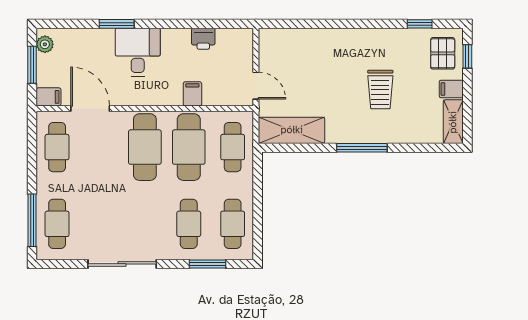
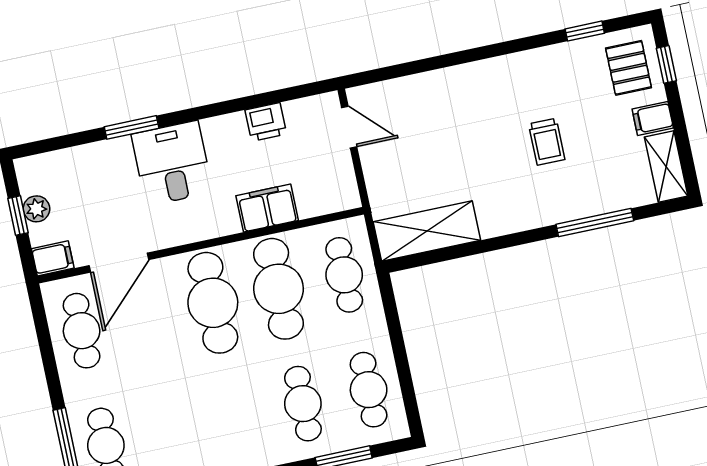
plant: (45, 44) -> (36, 209), moved
window: (32, 65) -> (18, 216), width x0.67
door: (256, 86) -> (349, 127), moved
trolley: (380, 89) -> (547, 142), width x0.73, depth x0.72
filing cabinet: (192, 94) -> (267, 208), width x2.00
door: (90, 109) -> (119, 263), swing flipped
window: (362, 148) -> (595, 222), moved

